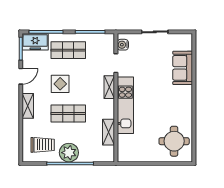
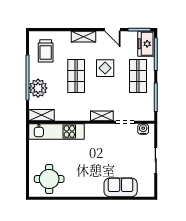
kitchen unit: (125, 105) -> (57, 131), moved
shelving: (109, 132) -> (42, 115), moved
plant: (69, 153) -> (38, 88), moved

